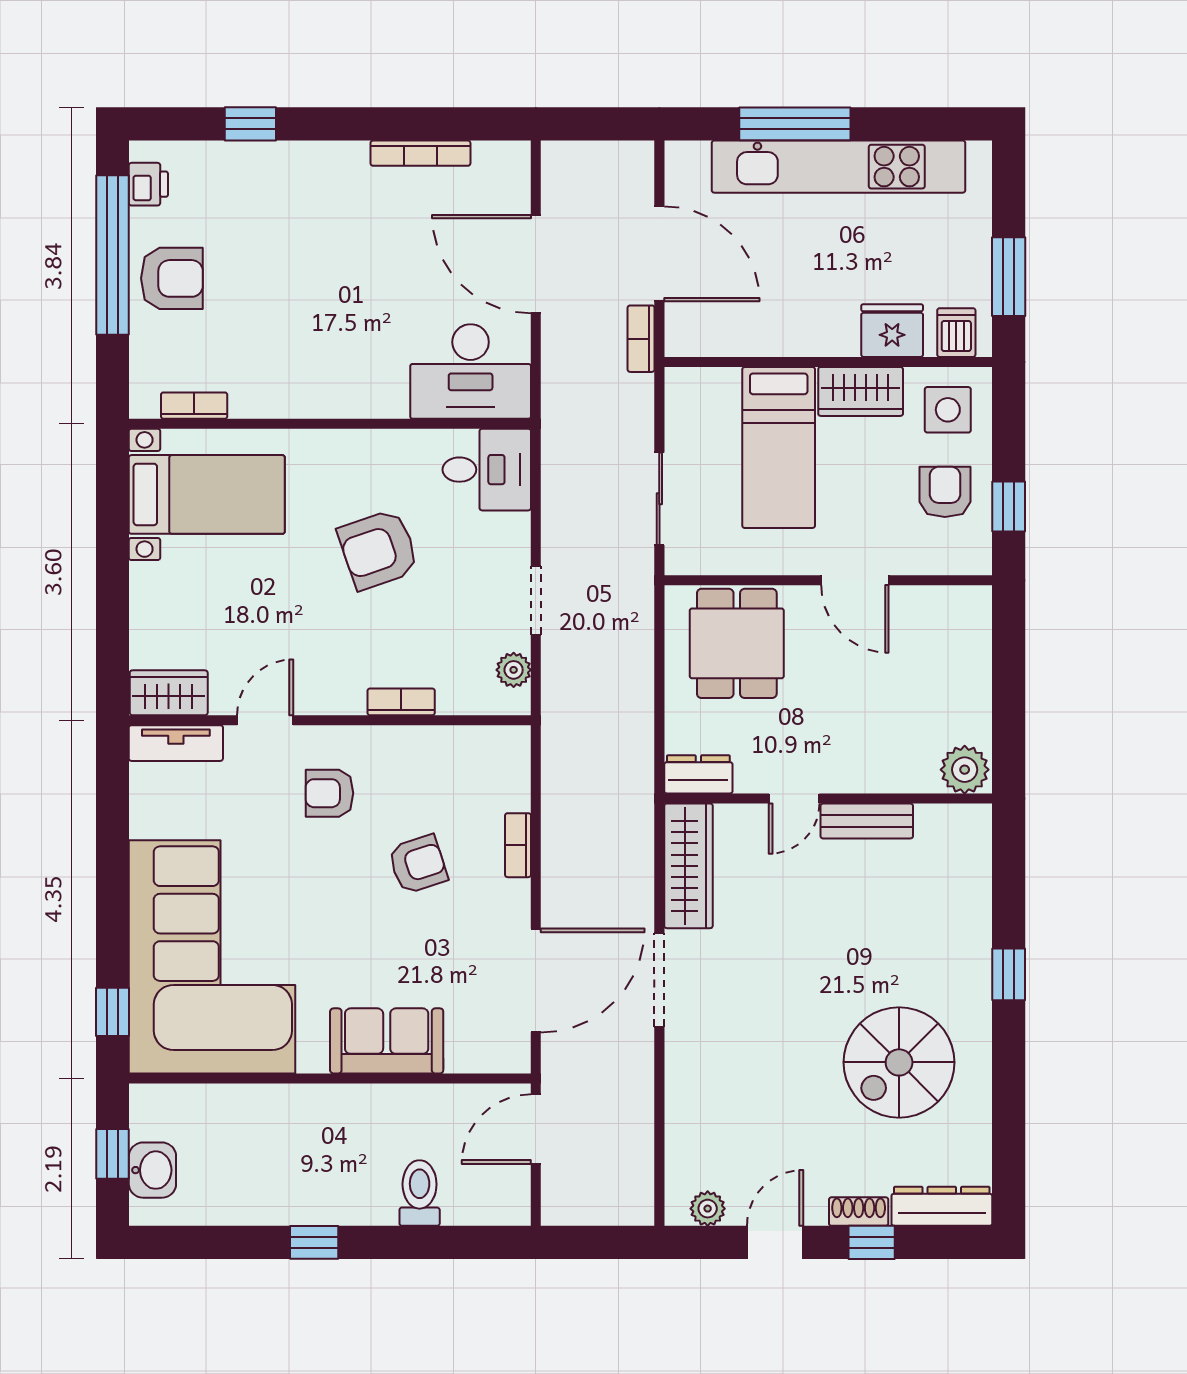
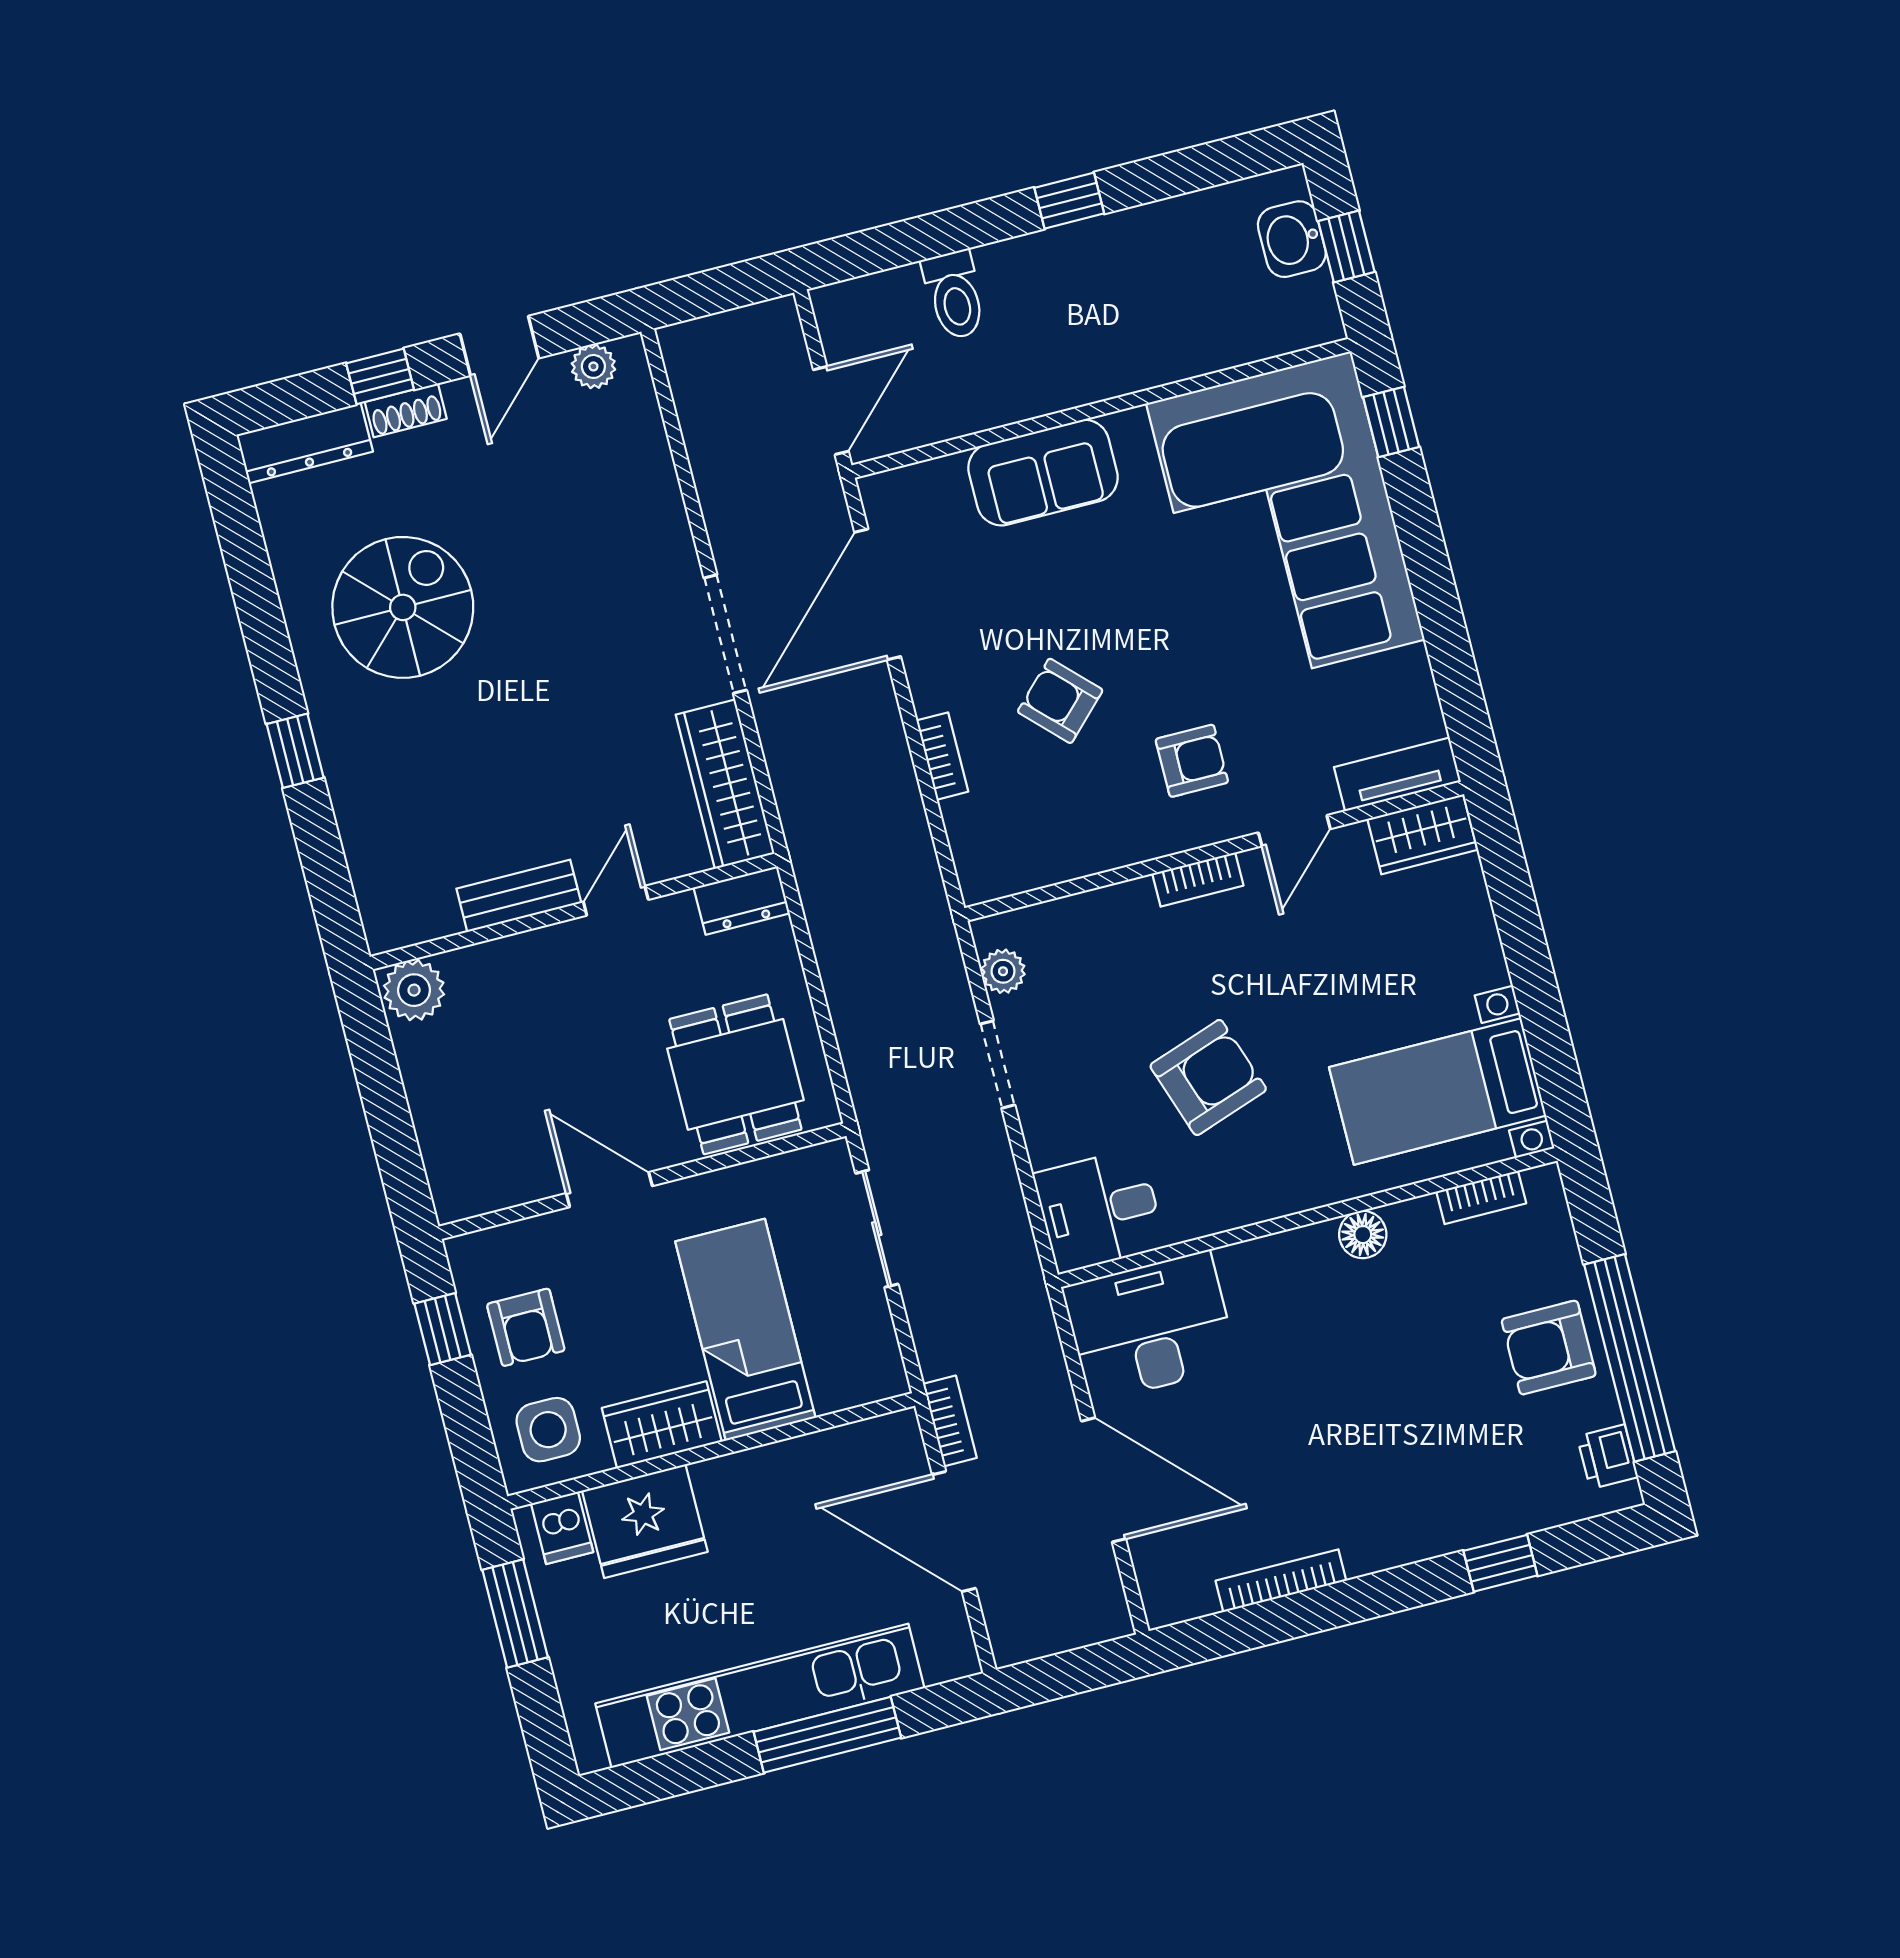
fridge: (892, 331) -> (645, 1521), width x1.36, depth x1.34
floor lamp: (291, 400) -> (1363, 1235), added
bookcase: (401, 702) -> (1198, 880), moved
armchair: (418, 864) -> (1060, 701), turned 63

